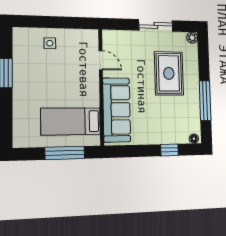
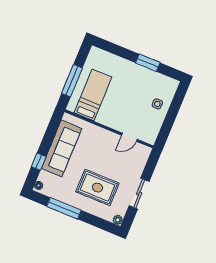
sofa: (117, 110) -> (61, 148), moved, turned -90

